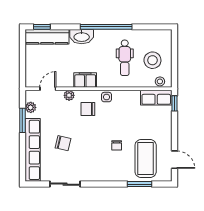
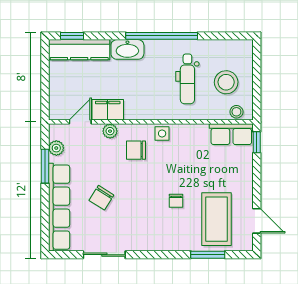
filing cabinet: (85, 80) -> (108, 110), moved
chair: (63, 143) -> (101, 198), turned 109

